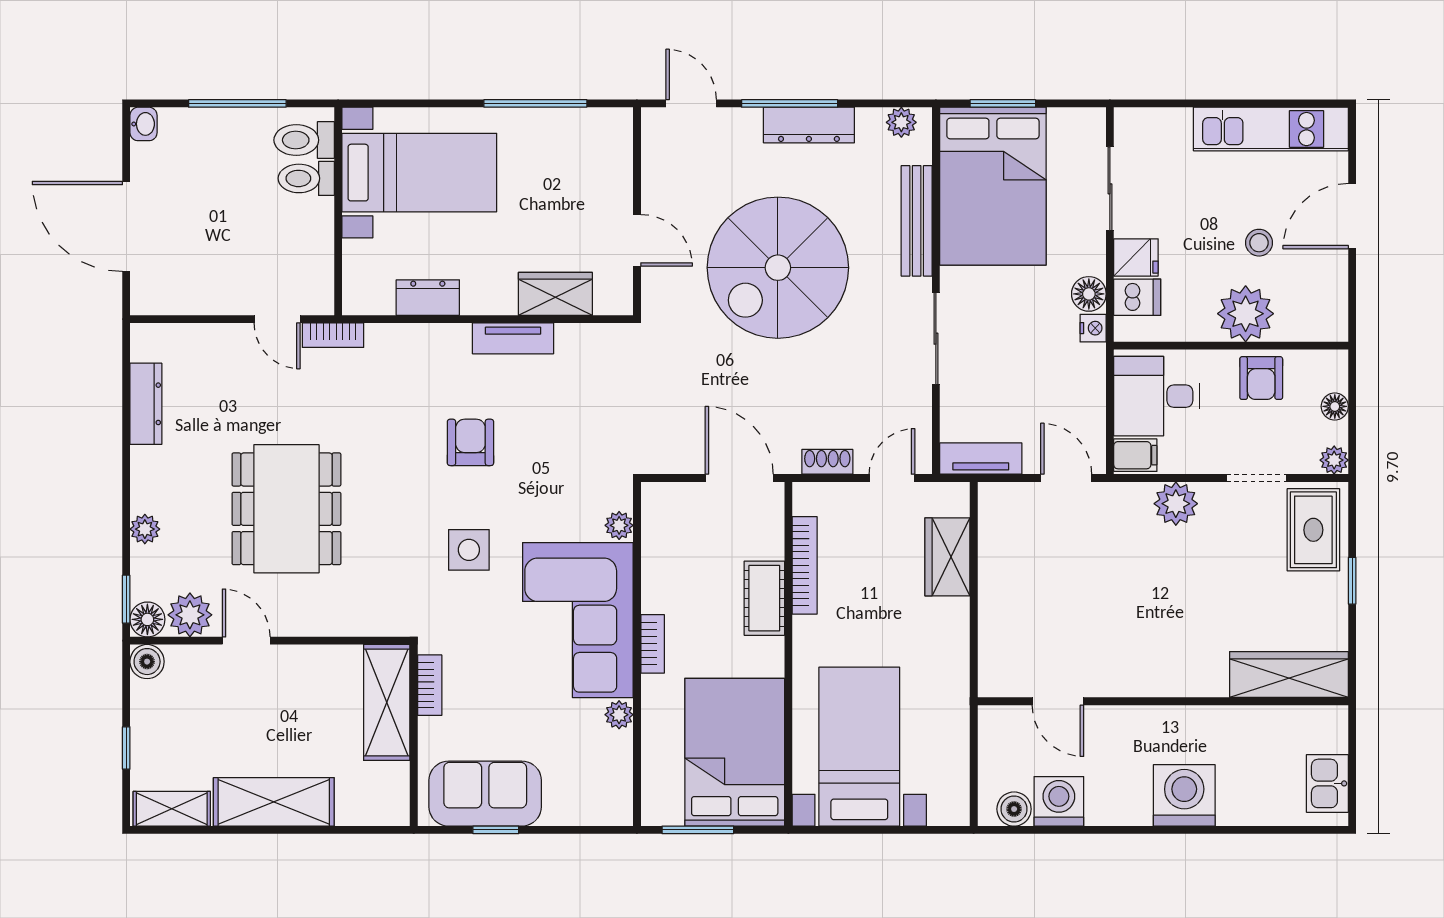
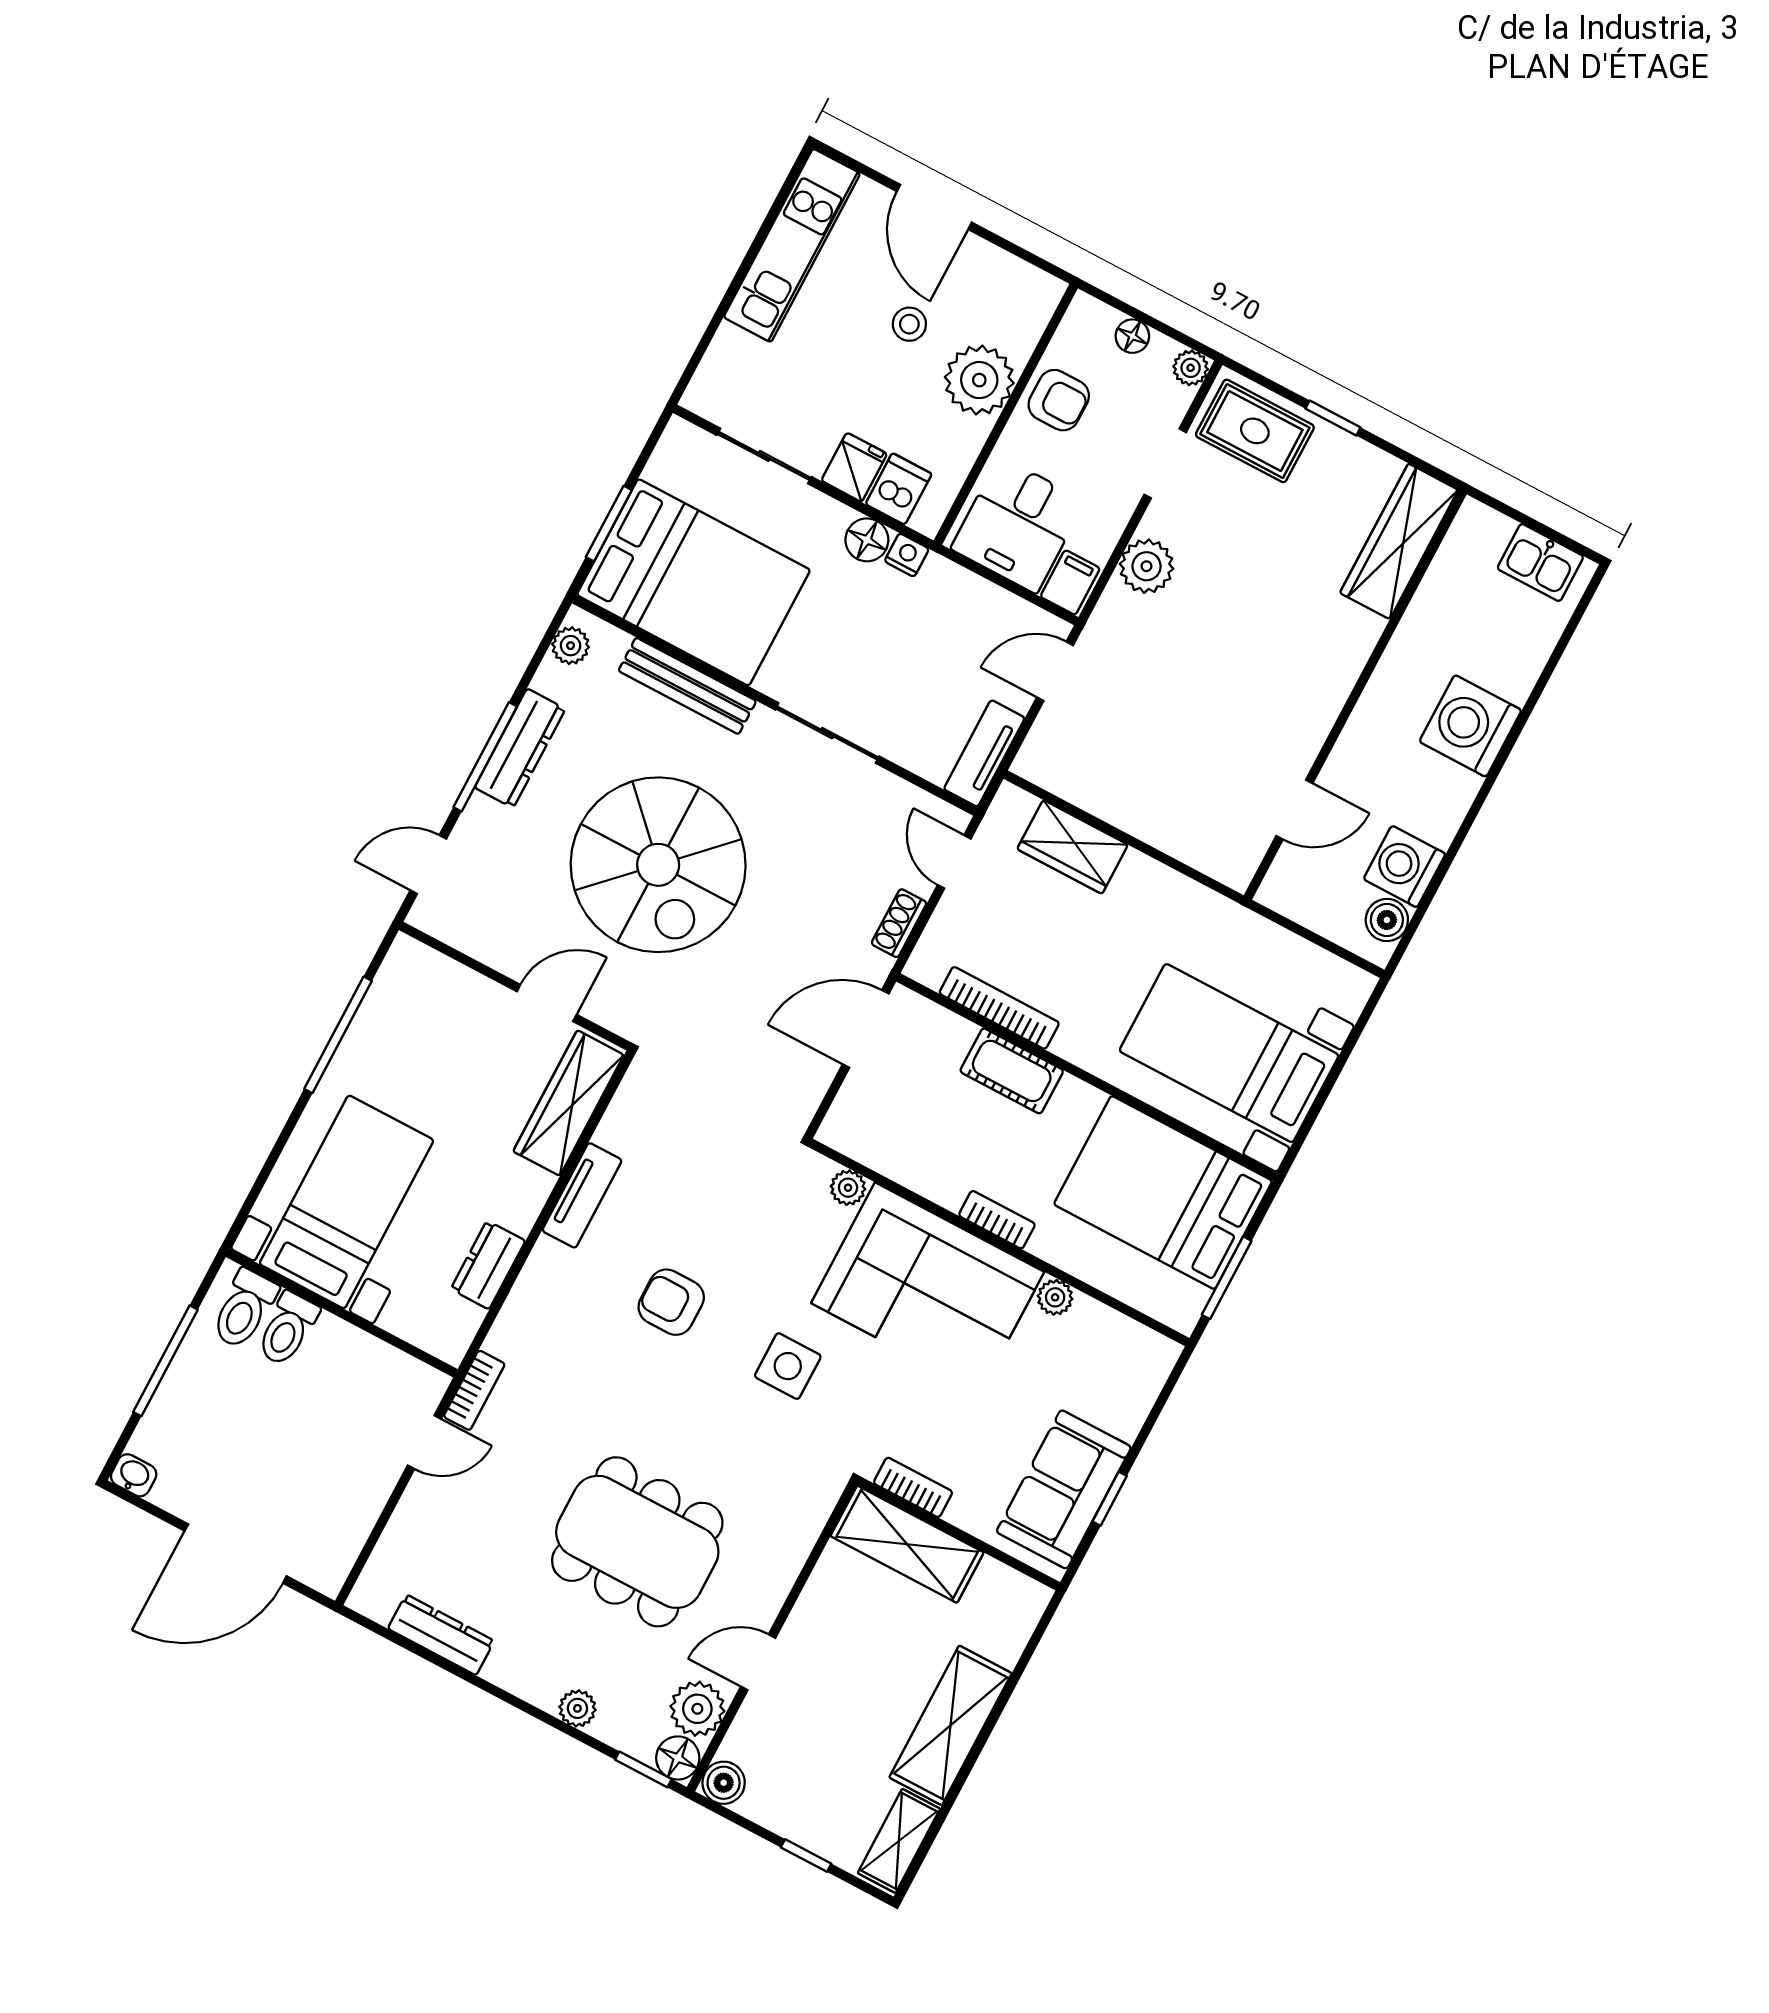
wardrobe: (555, 294) -> (569, 1103), width x1.50

